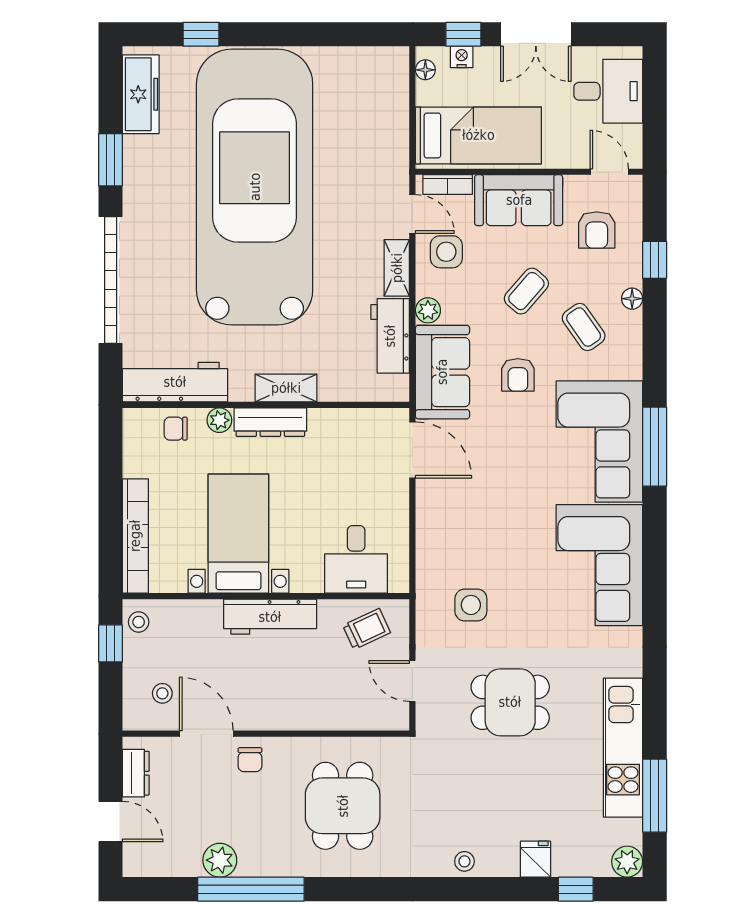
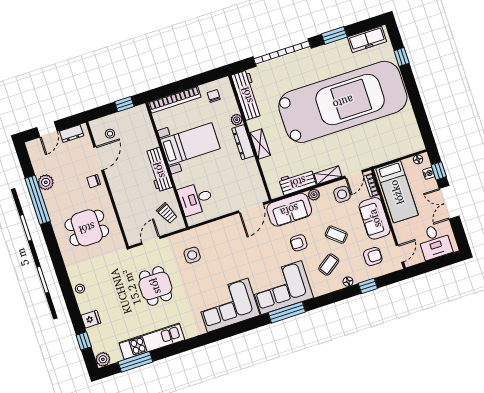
armchair: (597, 230) -> (373, 256), turned 180
chair: (176, 429) -> (214, 96), moved
stool: (139, 622) -> (138, 113), removed

